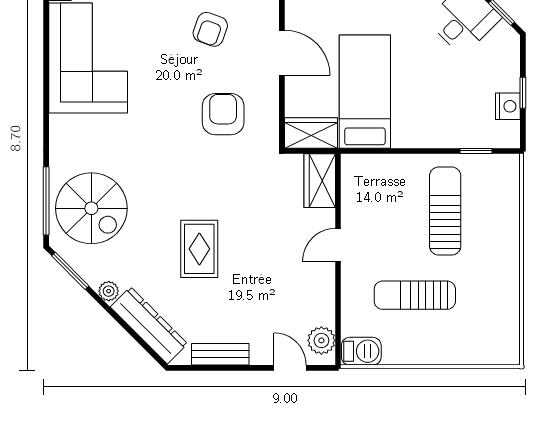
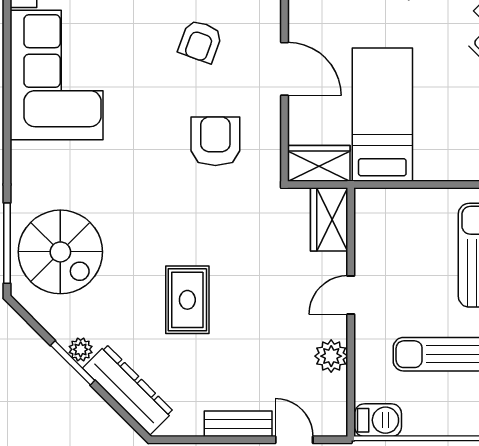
window: (70, 271) -> (73, 363), moved
plant: (321, 340) -> (331, 356), moved
bench: (220, 354) -> (238, 424), moved

